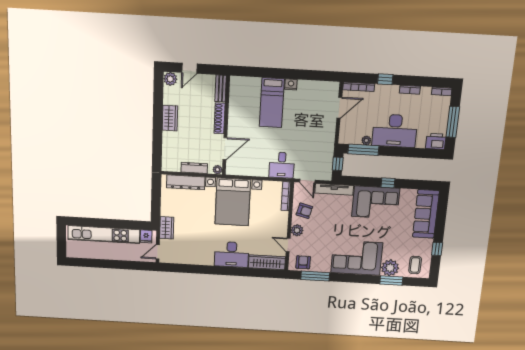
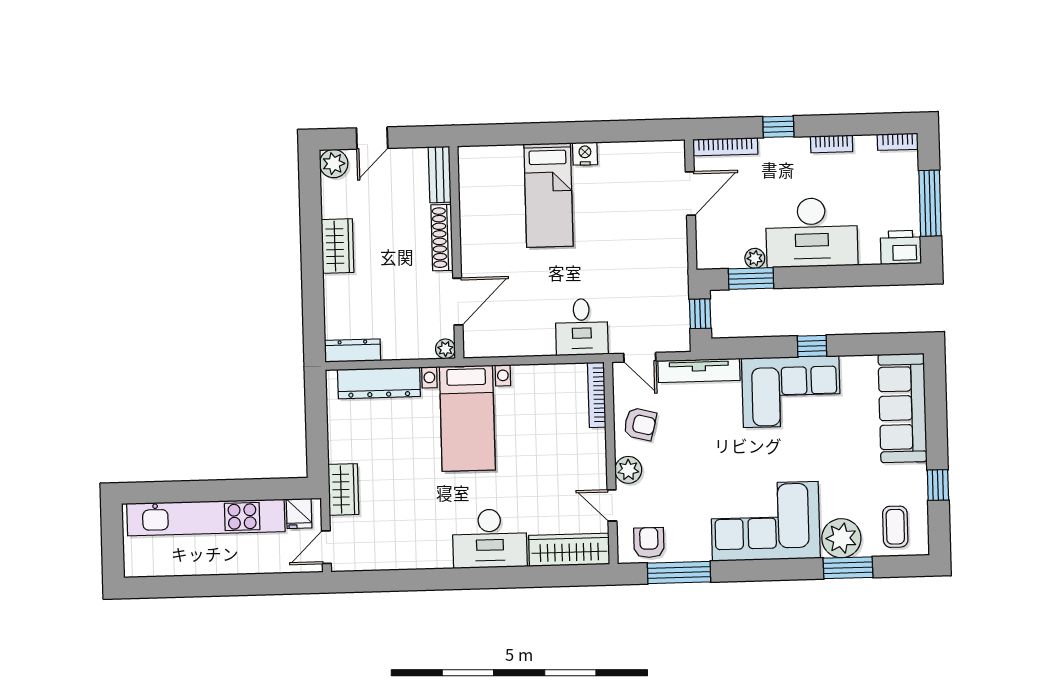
window: (363, 150) -> (751, 279), width x0.69
dresser: (194, 168) -> (353, 351), moved
bed with nightstands: (233, 202) -> (467, 418), width x0.73

